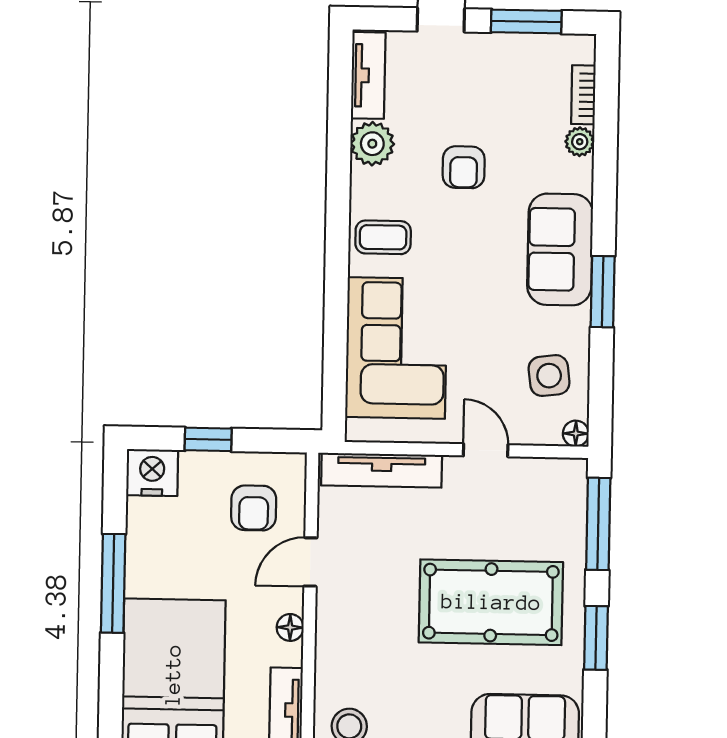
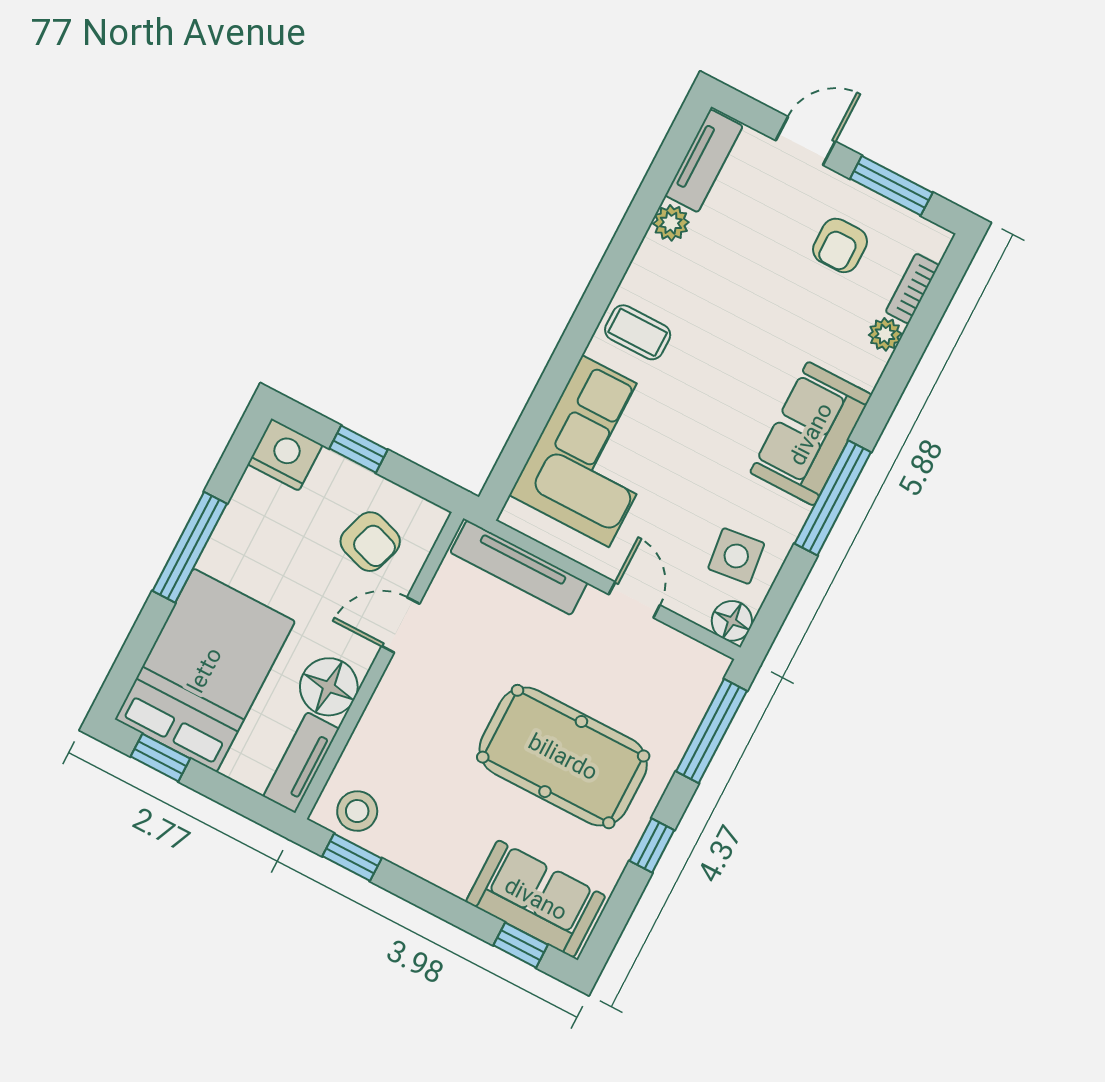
plant: (372, 144) -> (671, 223), width x0.73, depth x0.73
armchair: (464, 167) -> (840, 245), moved
window: (603, 292) -> (833, 498), width x1.44
floor lamp: (576, 434) -> (732, 621), width x1.37, depth x1.37
armchair: (254, 508) -> (370, 542), turned -72
floor lamp: (290, 627) -> (329, 687), width x1.89, depth x1.89
window: (596, 638) -> (652, 846), width x0.67

